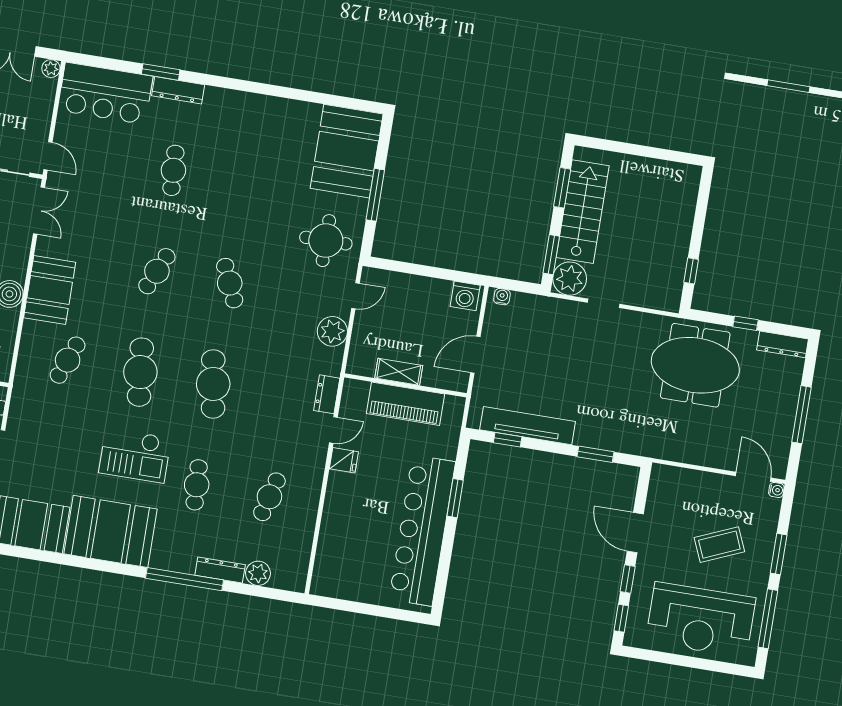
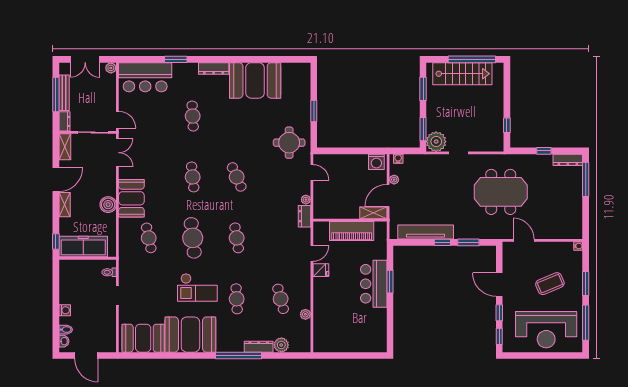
dresser: (178, 90) -> (214, 68), moved
booth: (347, 151) -> (255, 80), moved, turned 90
window: (651, 152) -> (472, 59), added
window: (375, 195) -> (314, 111), width x0.69
stairs: (583, 212) -> (462, 74), moved, turned 90
cafe table: (157, 271) -> (193, 177), turned -30
door: (355, 296) -> (312, 172), hinge flipped
plant: (490, 330) -> (394, 180), added
plant: (332, 331) -> (306, 200), width x0.53, depth x0.53
cafe table: (68, 360) -> (149, 238), turned -33
meeting table: (695, 365) -> (501, 192), moved
shelving: (399, 372) -> (373, 213), moved
cafe table: (213, 384) -> (237, 238), width x0.73, depth x0.74
dresser: (327, 394) -> (304, 216), moved
window: (801, 415) -> (586, 179), moved
window: (508, 440) -> (442, 242), moved
door: (753, 477) -> (524, 240), moved
cafe table: (269, 497) -> (281, 299), turned -30
plant: (306, 529) -> (305, 314), added
bar counter: (422, 531) -> (374, 284), width x0.54

